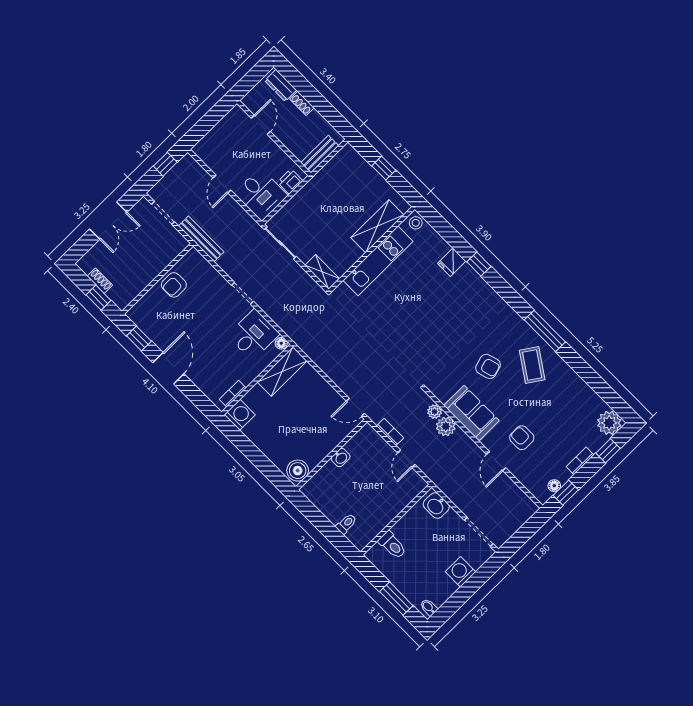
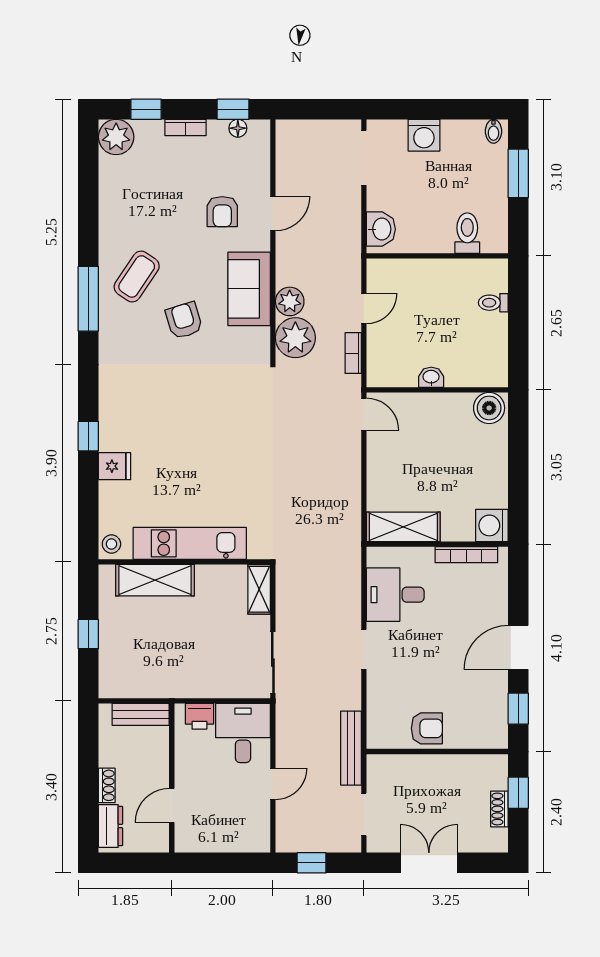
floor lamp: (281, 343) -> (375, 557), removed
bookcase: (233, 394) -> (466, 555), width x1.56
plant: (435, 412) -> (295, 338), width x1.88, depth x1.88

